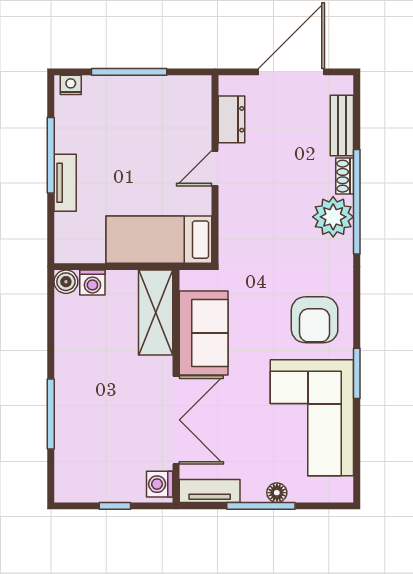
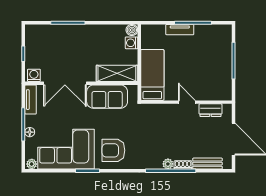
nightstand: (71, 85) -> (227, 32), removed
plant: (333, 217) -> (168, 164), width x0.53, depth x0.53
plant: (343, 489) -> (32, 164), added

